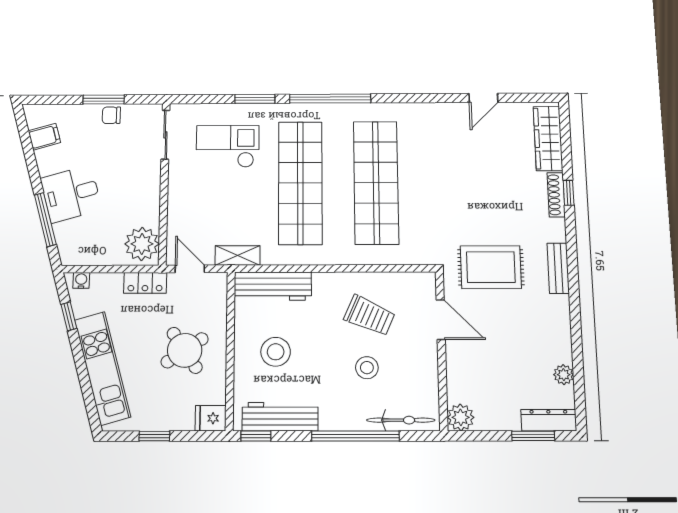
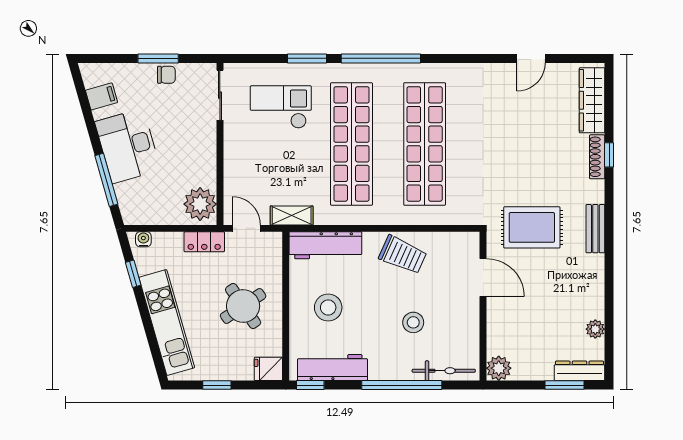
chair: (111, 115) -> (166, 75), turned 180
desk: (71, 194) -> (128, 146), width x1.37
trolley: (369, 316) -> (403, 255), moved

